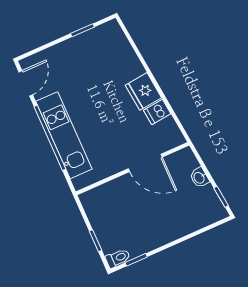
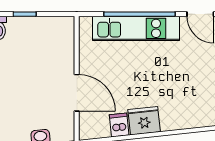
door: (145, 163) -> (77, 93), swing flipped

